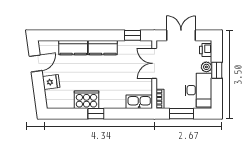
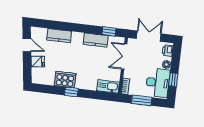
kitchen counter: (103, 48) -> (96, 40), moved
door: (36, 63) -> (27, 45), hinge flipped
window: (217, 70) -> (173, 80), moved

